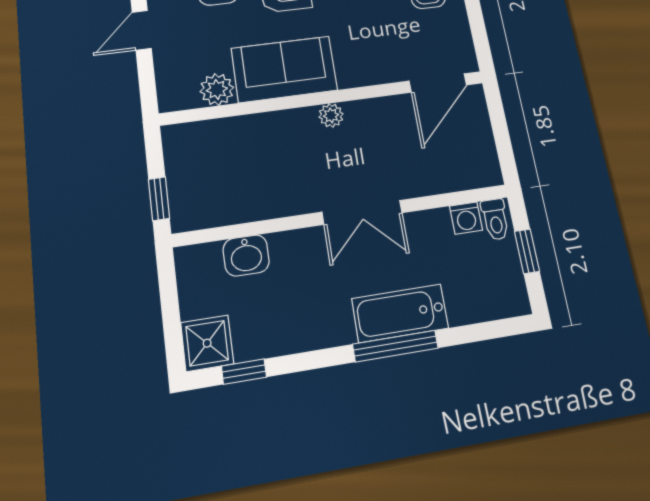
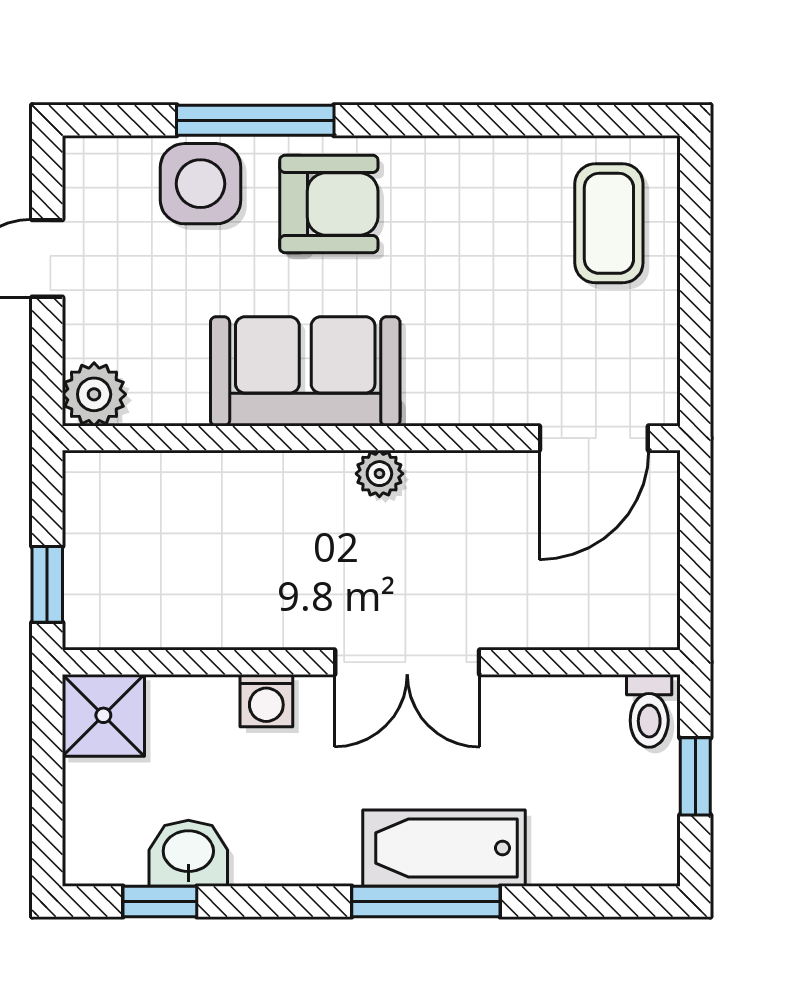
plant: (217, 89) -> (94, 394), moved
washing machine: (466, 218) -> (266, 701), moved
washbasin: (246, 255) -> (188, 853), moved, turned 180
shower: (207, 343) -> (103, 715), moved

